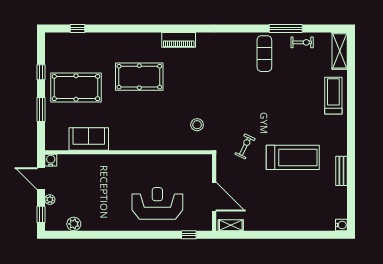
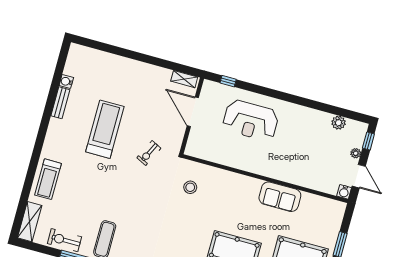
exercise bike: (302, 42) -> (65, 240), width x1.38, depth x1.39
sofa: (89, 139) -> (280, 197), moved
treadmill: (293, 157) -> (105, 129), turned 90
water cooler: (341, 225) -> (66, 82), moved

